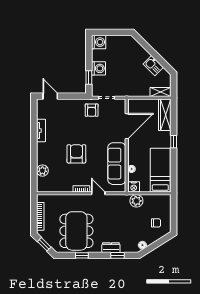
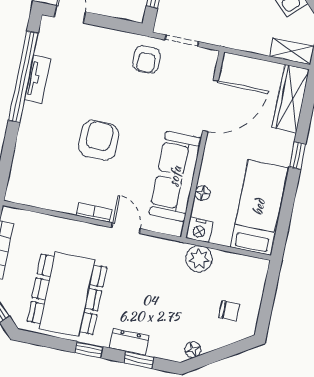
window: (34, 131) -> (23, 77), added
plant: (42, 171) -> (24, 160), removed
window: (82, 255) -> (89, 350), moved

